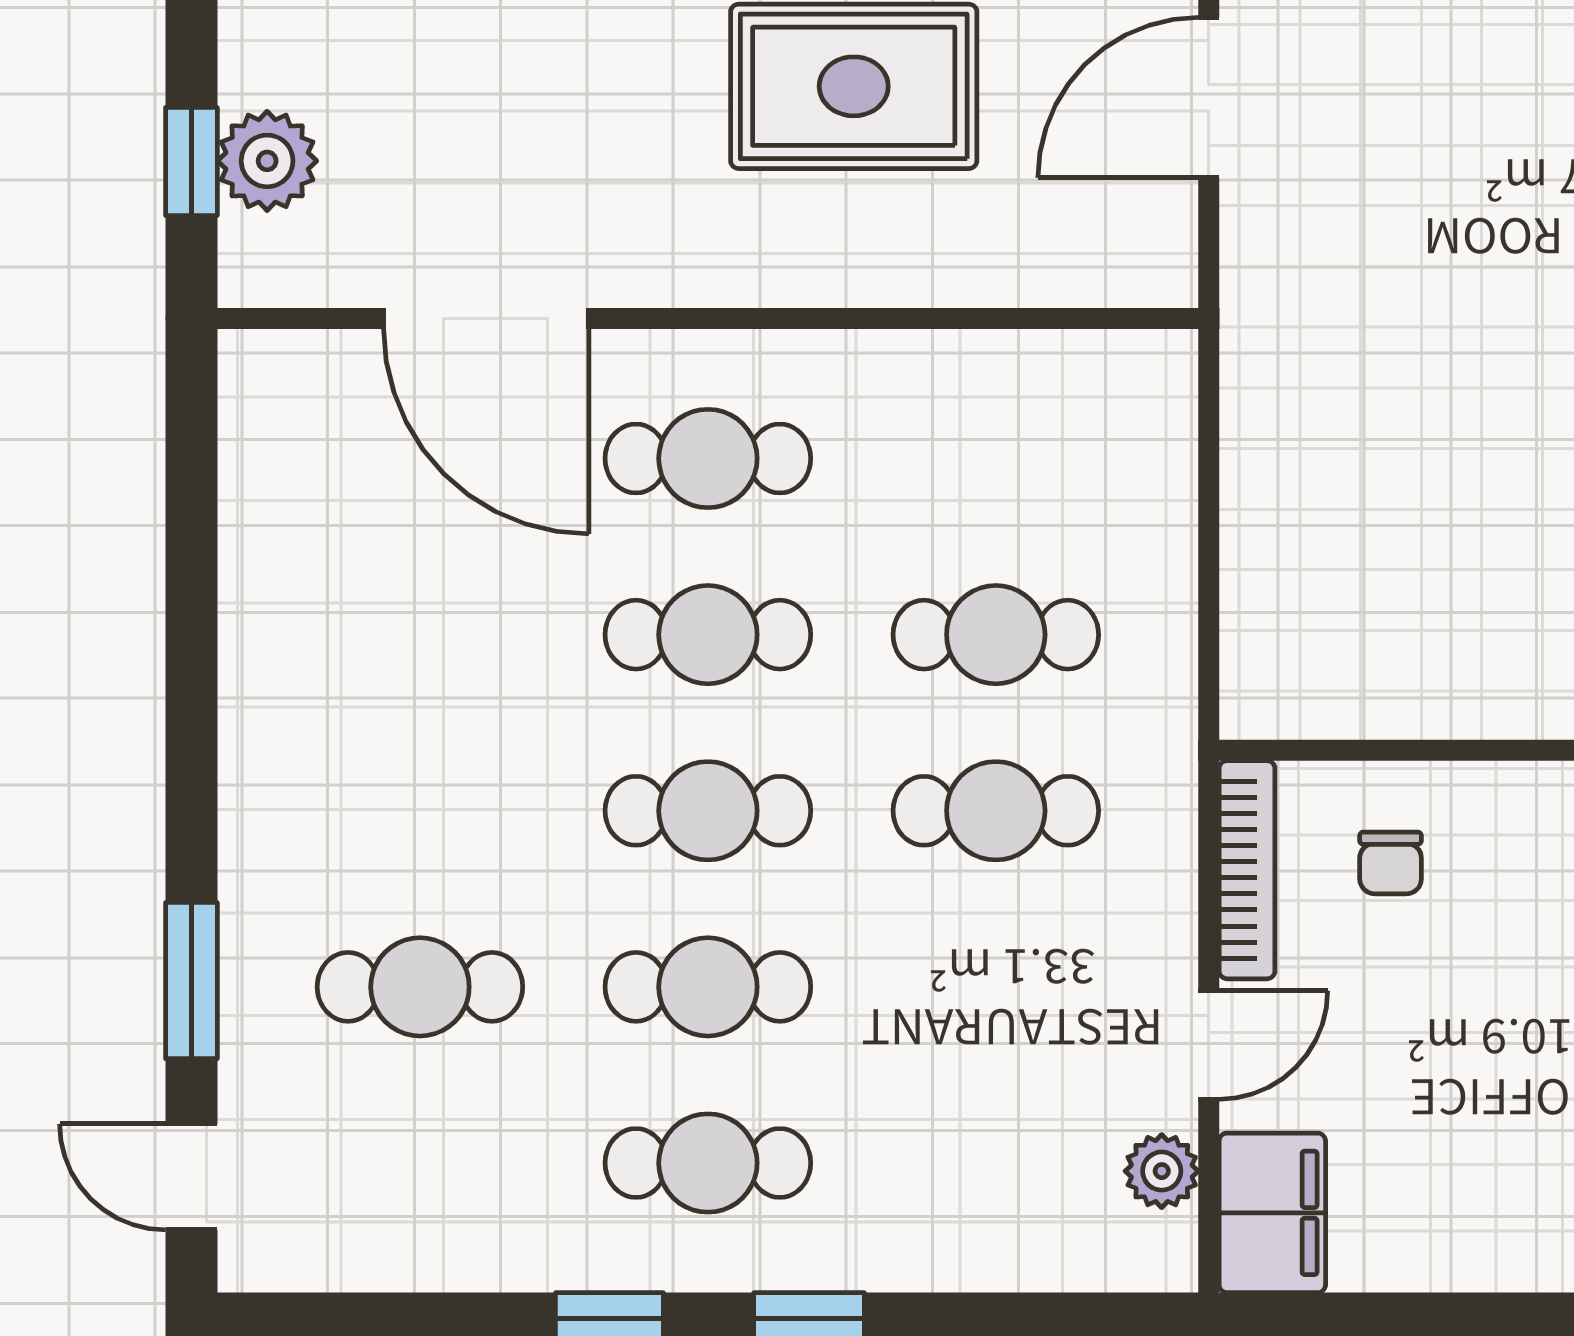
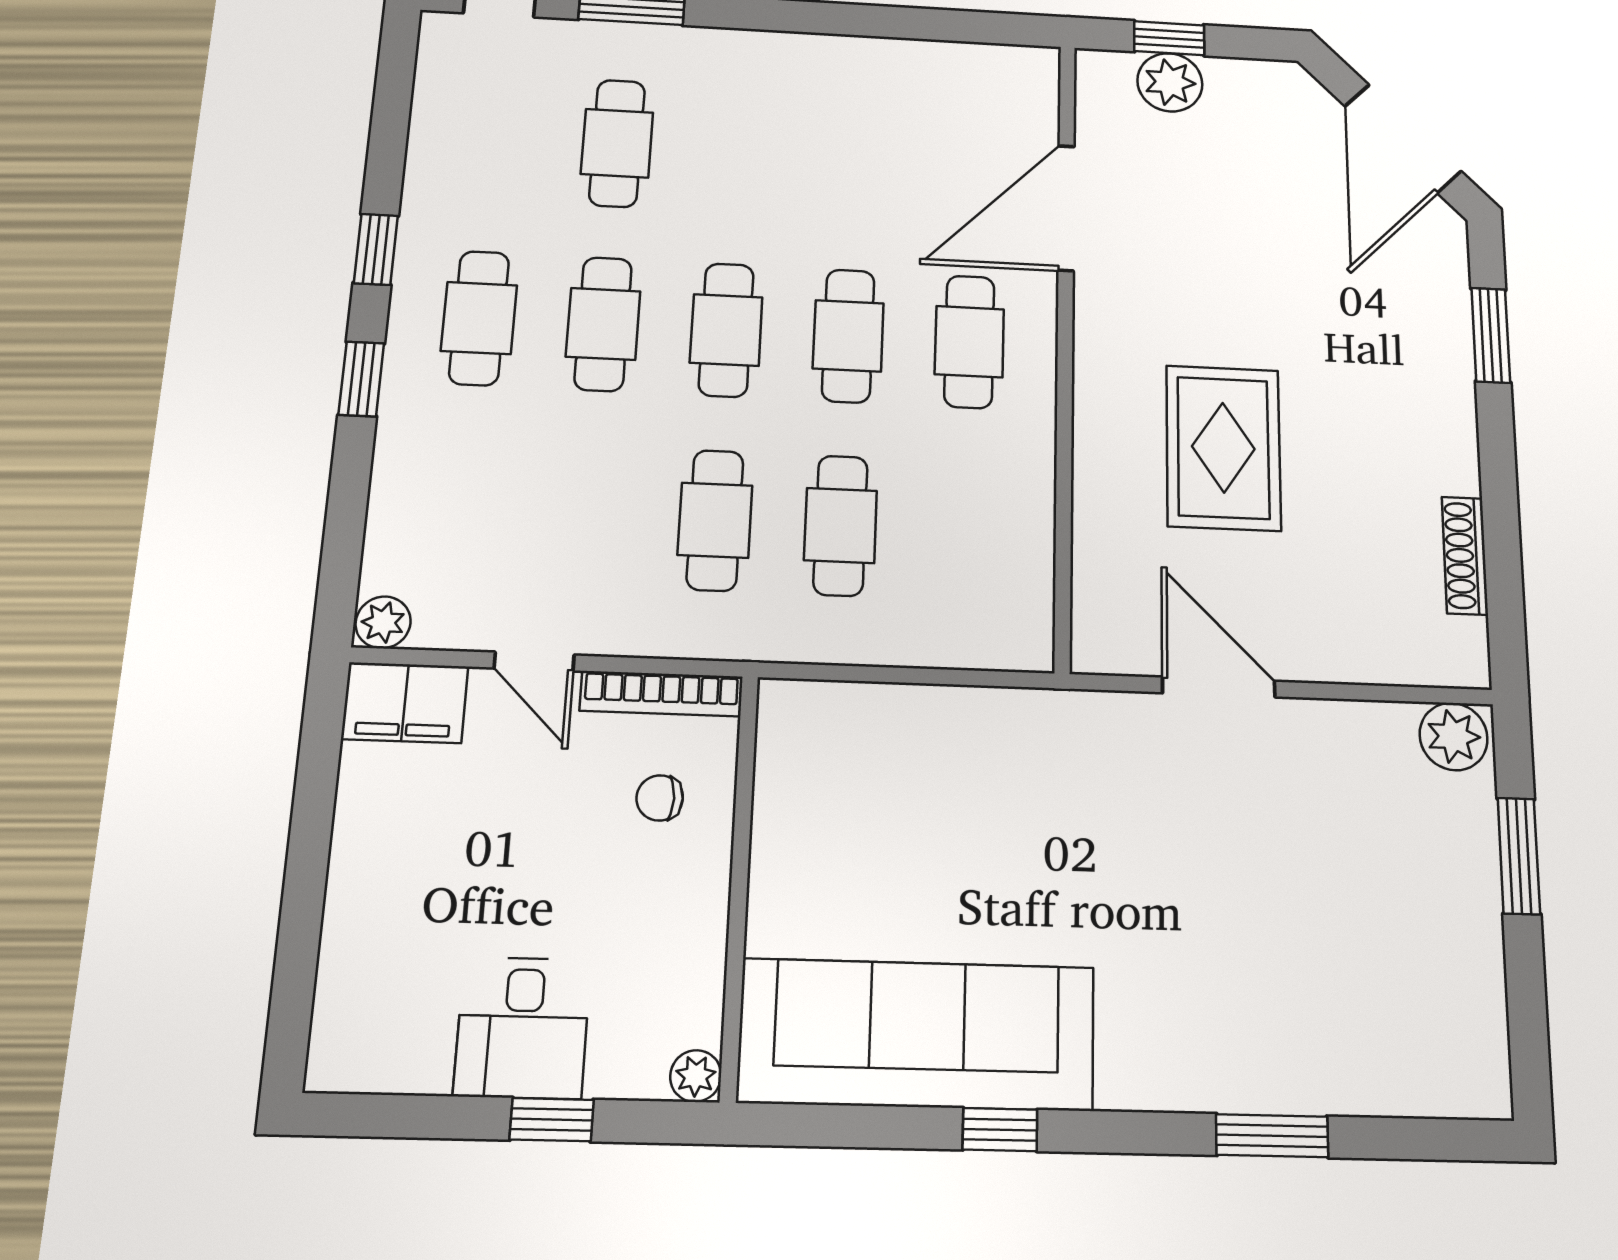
plant: (1162, 1171) -> (383, 622), moved

